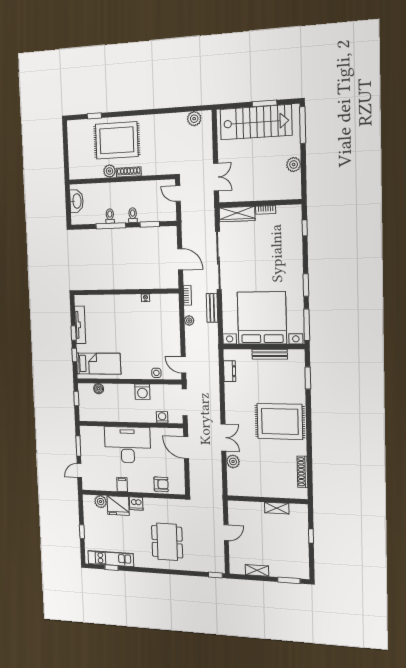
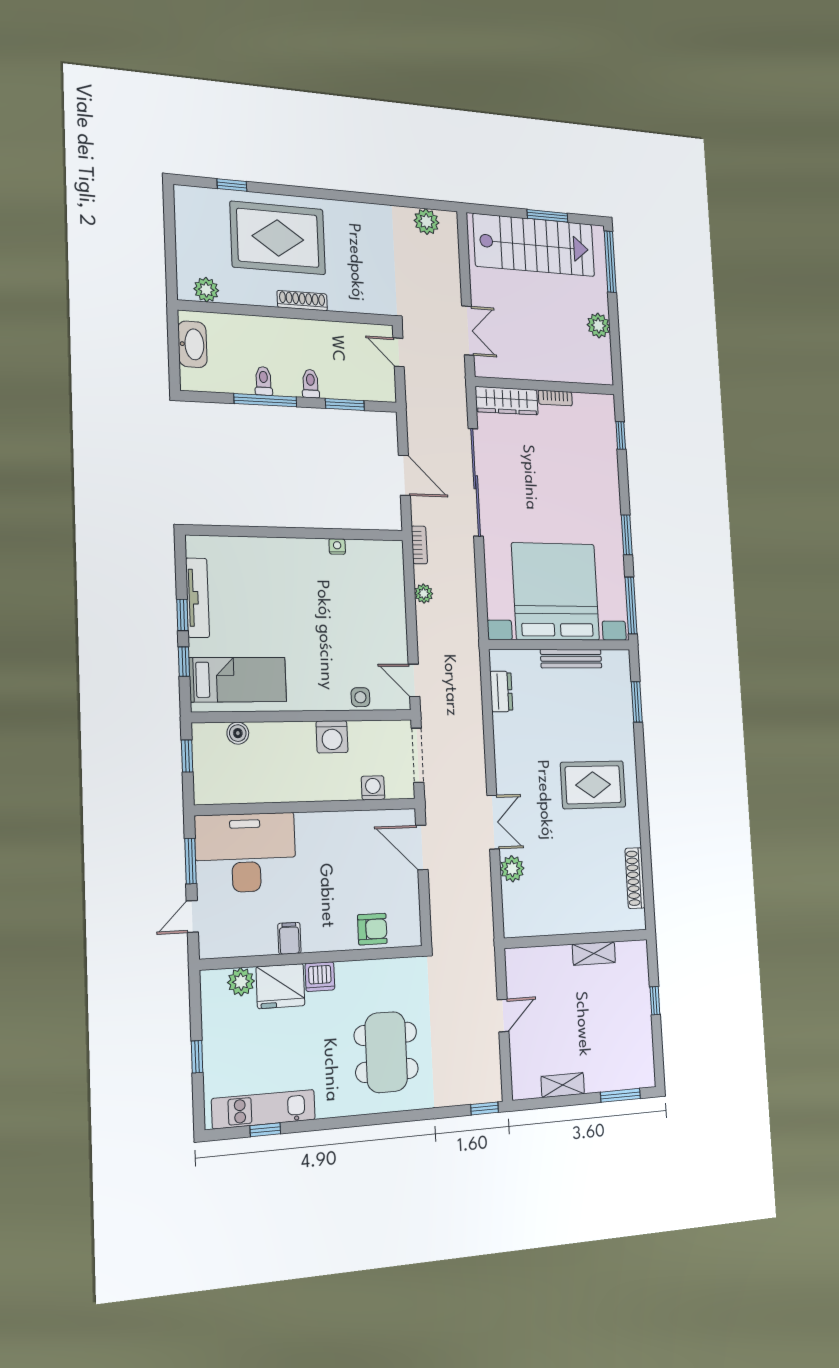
plant: (110, 171) -> (206, 290), moved
bench: (212, 308) -> (466, 570), removed
rug: (280, 421) -> (593, 785), width x0.73, depth x0.69
desk: (128, 445) -> (246, 853), moved

